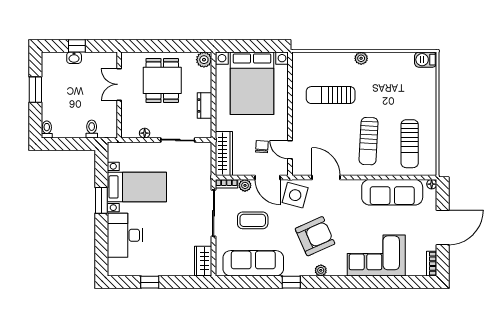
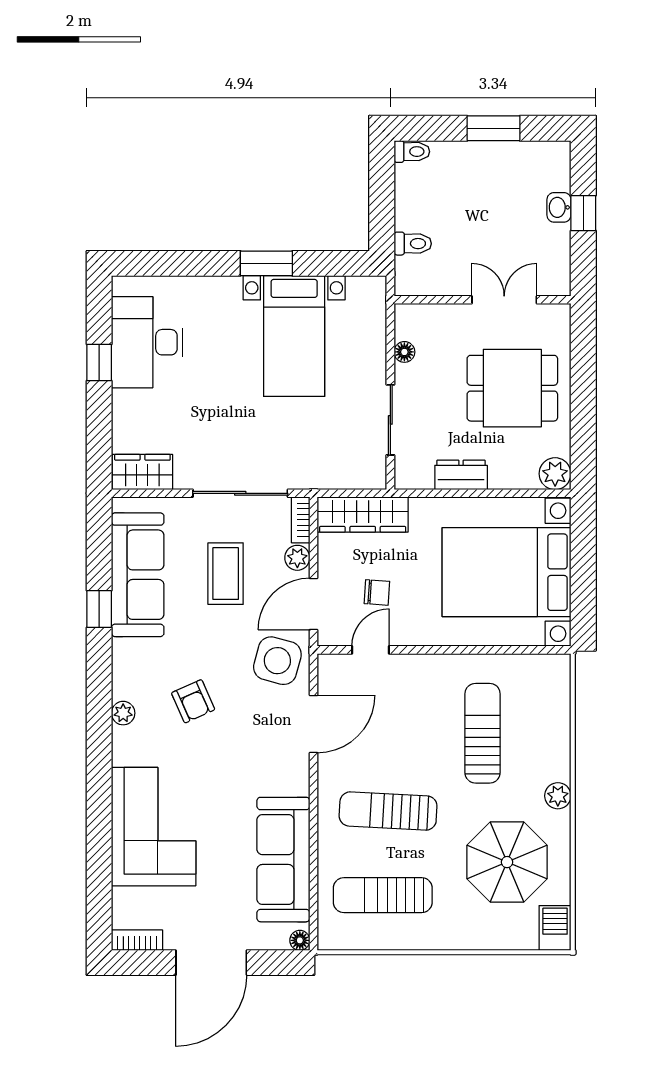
parasol: (393, 83) -> (507, 862), added
door: (443, 227) -> (211, 963), hinge flipped
desk: (125, 235) -> (147, 342), moved, turned -90
armchair: (315, 236) -> (193, 701), width x0.53, depth x0.53
window: (291, 282) -> (99, 609), moved

